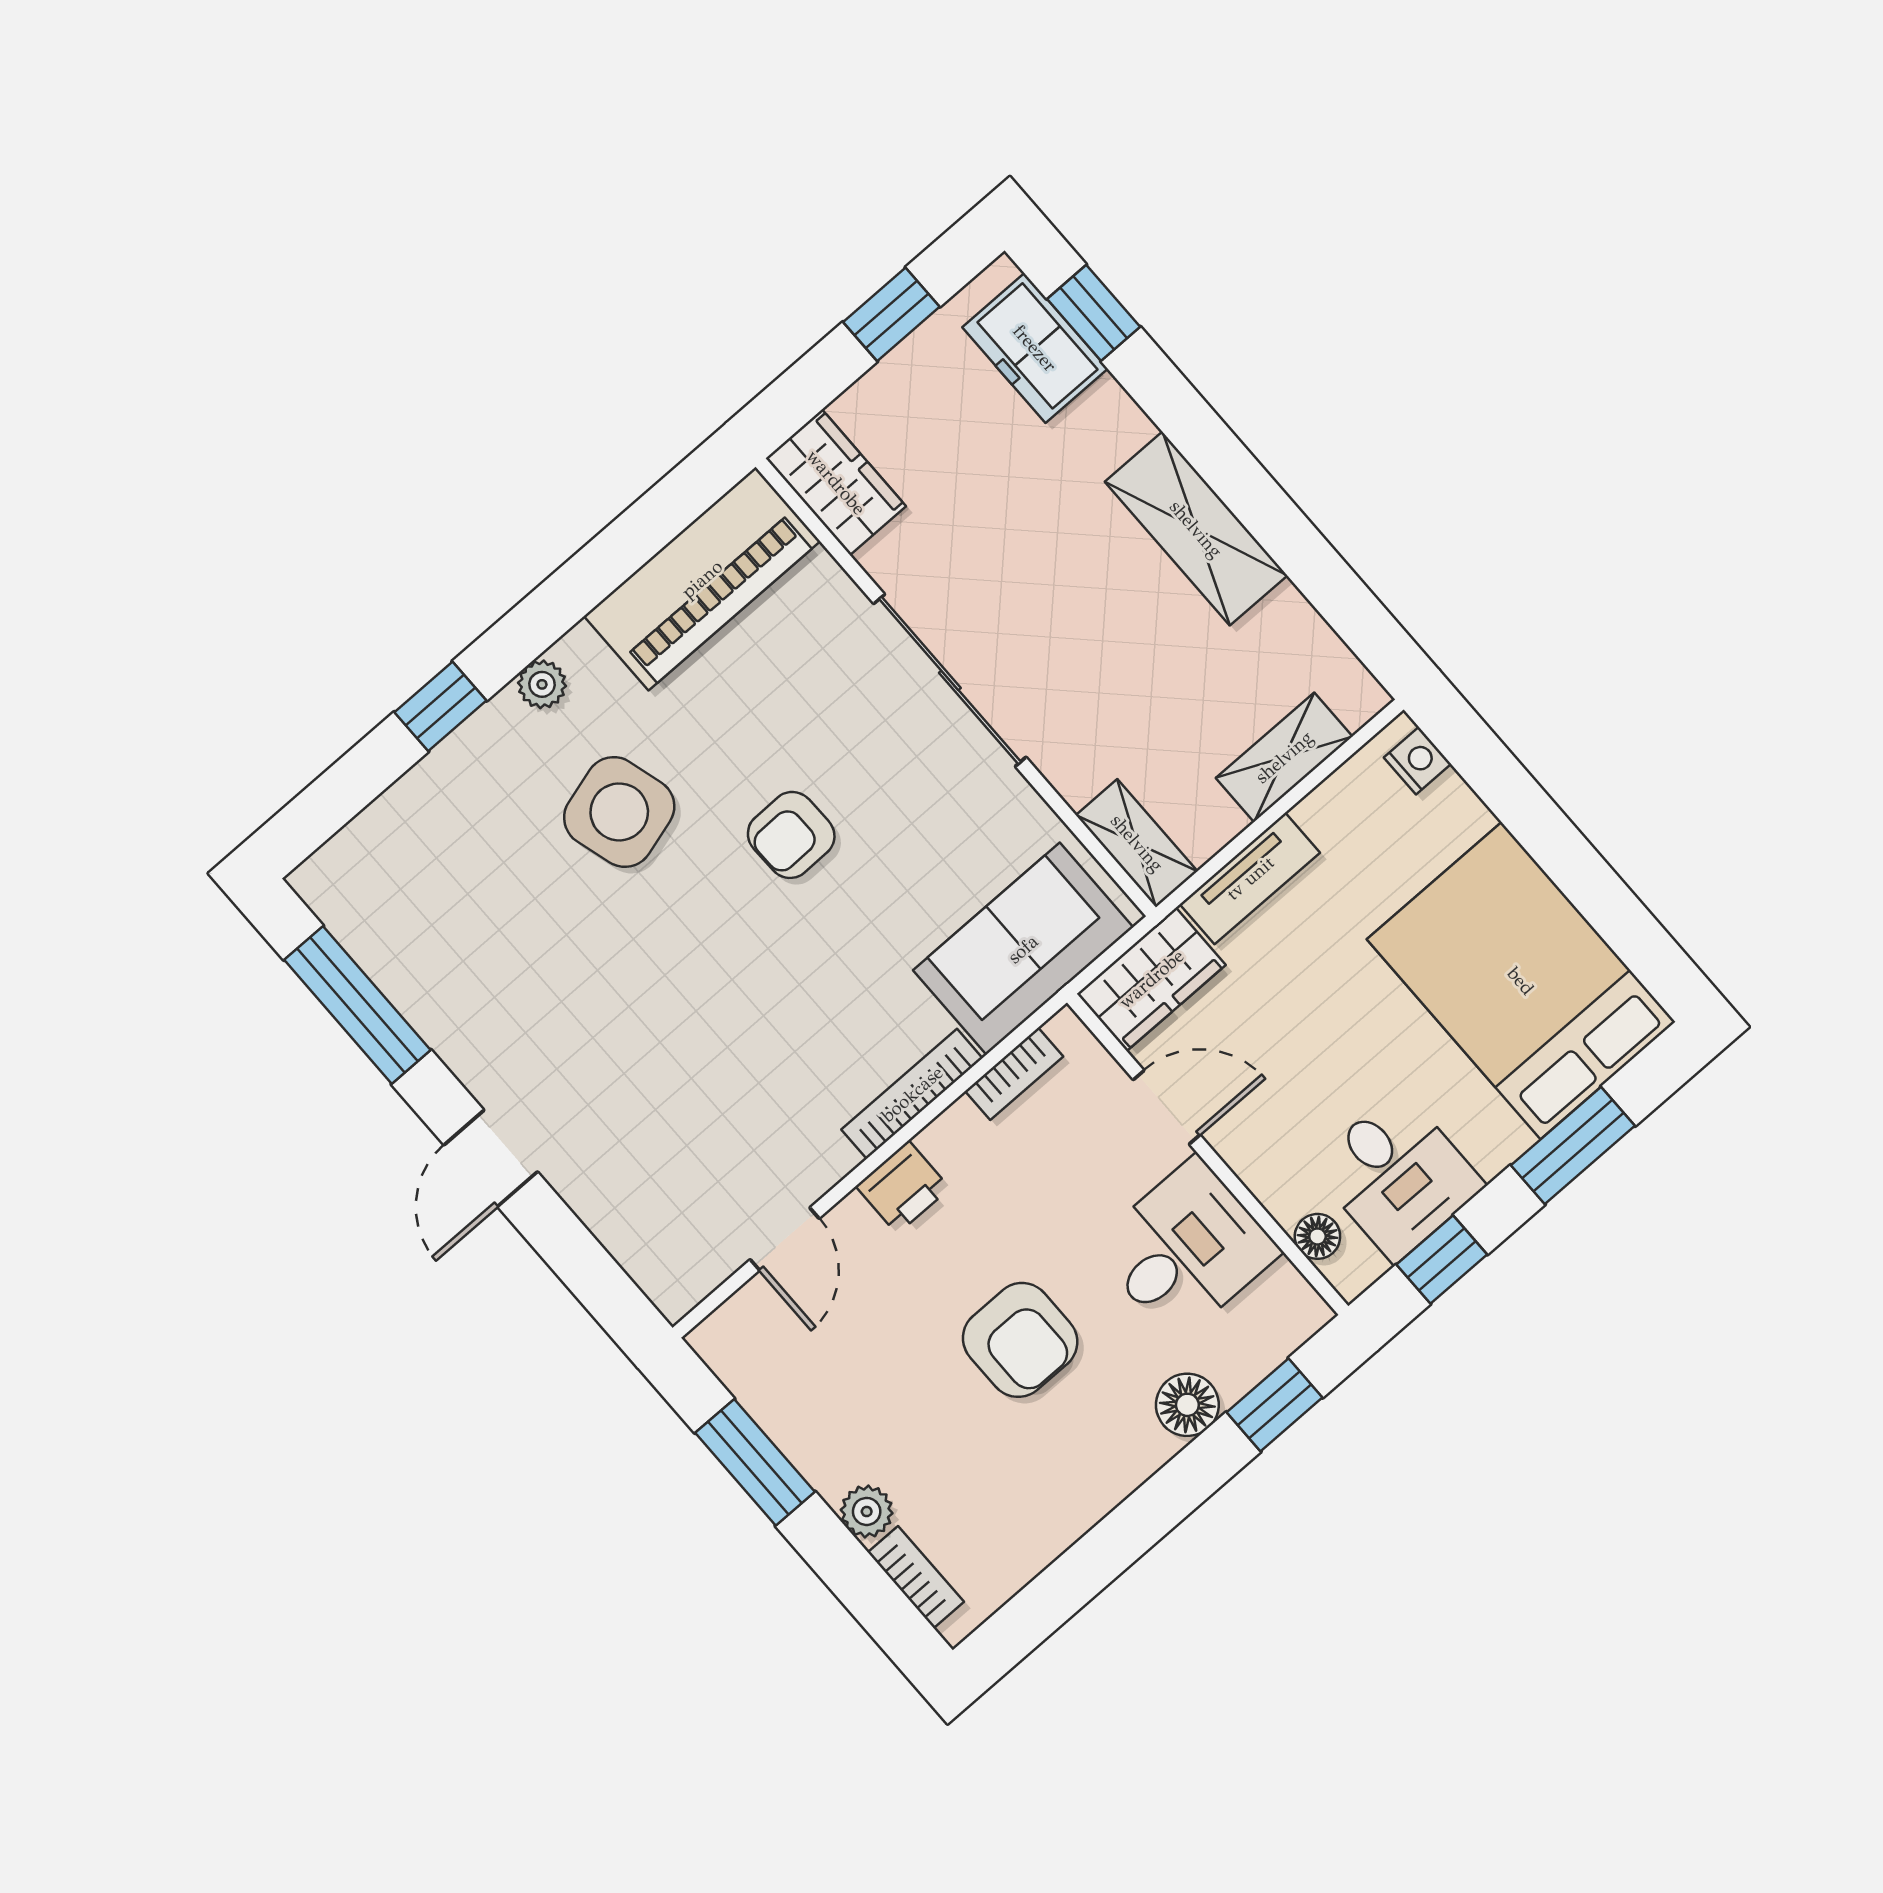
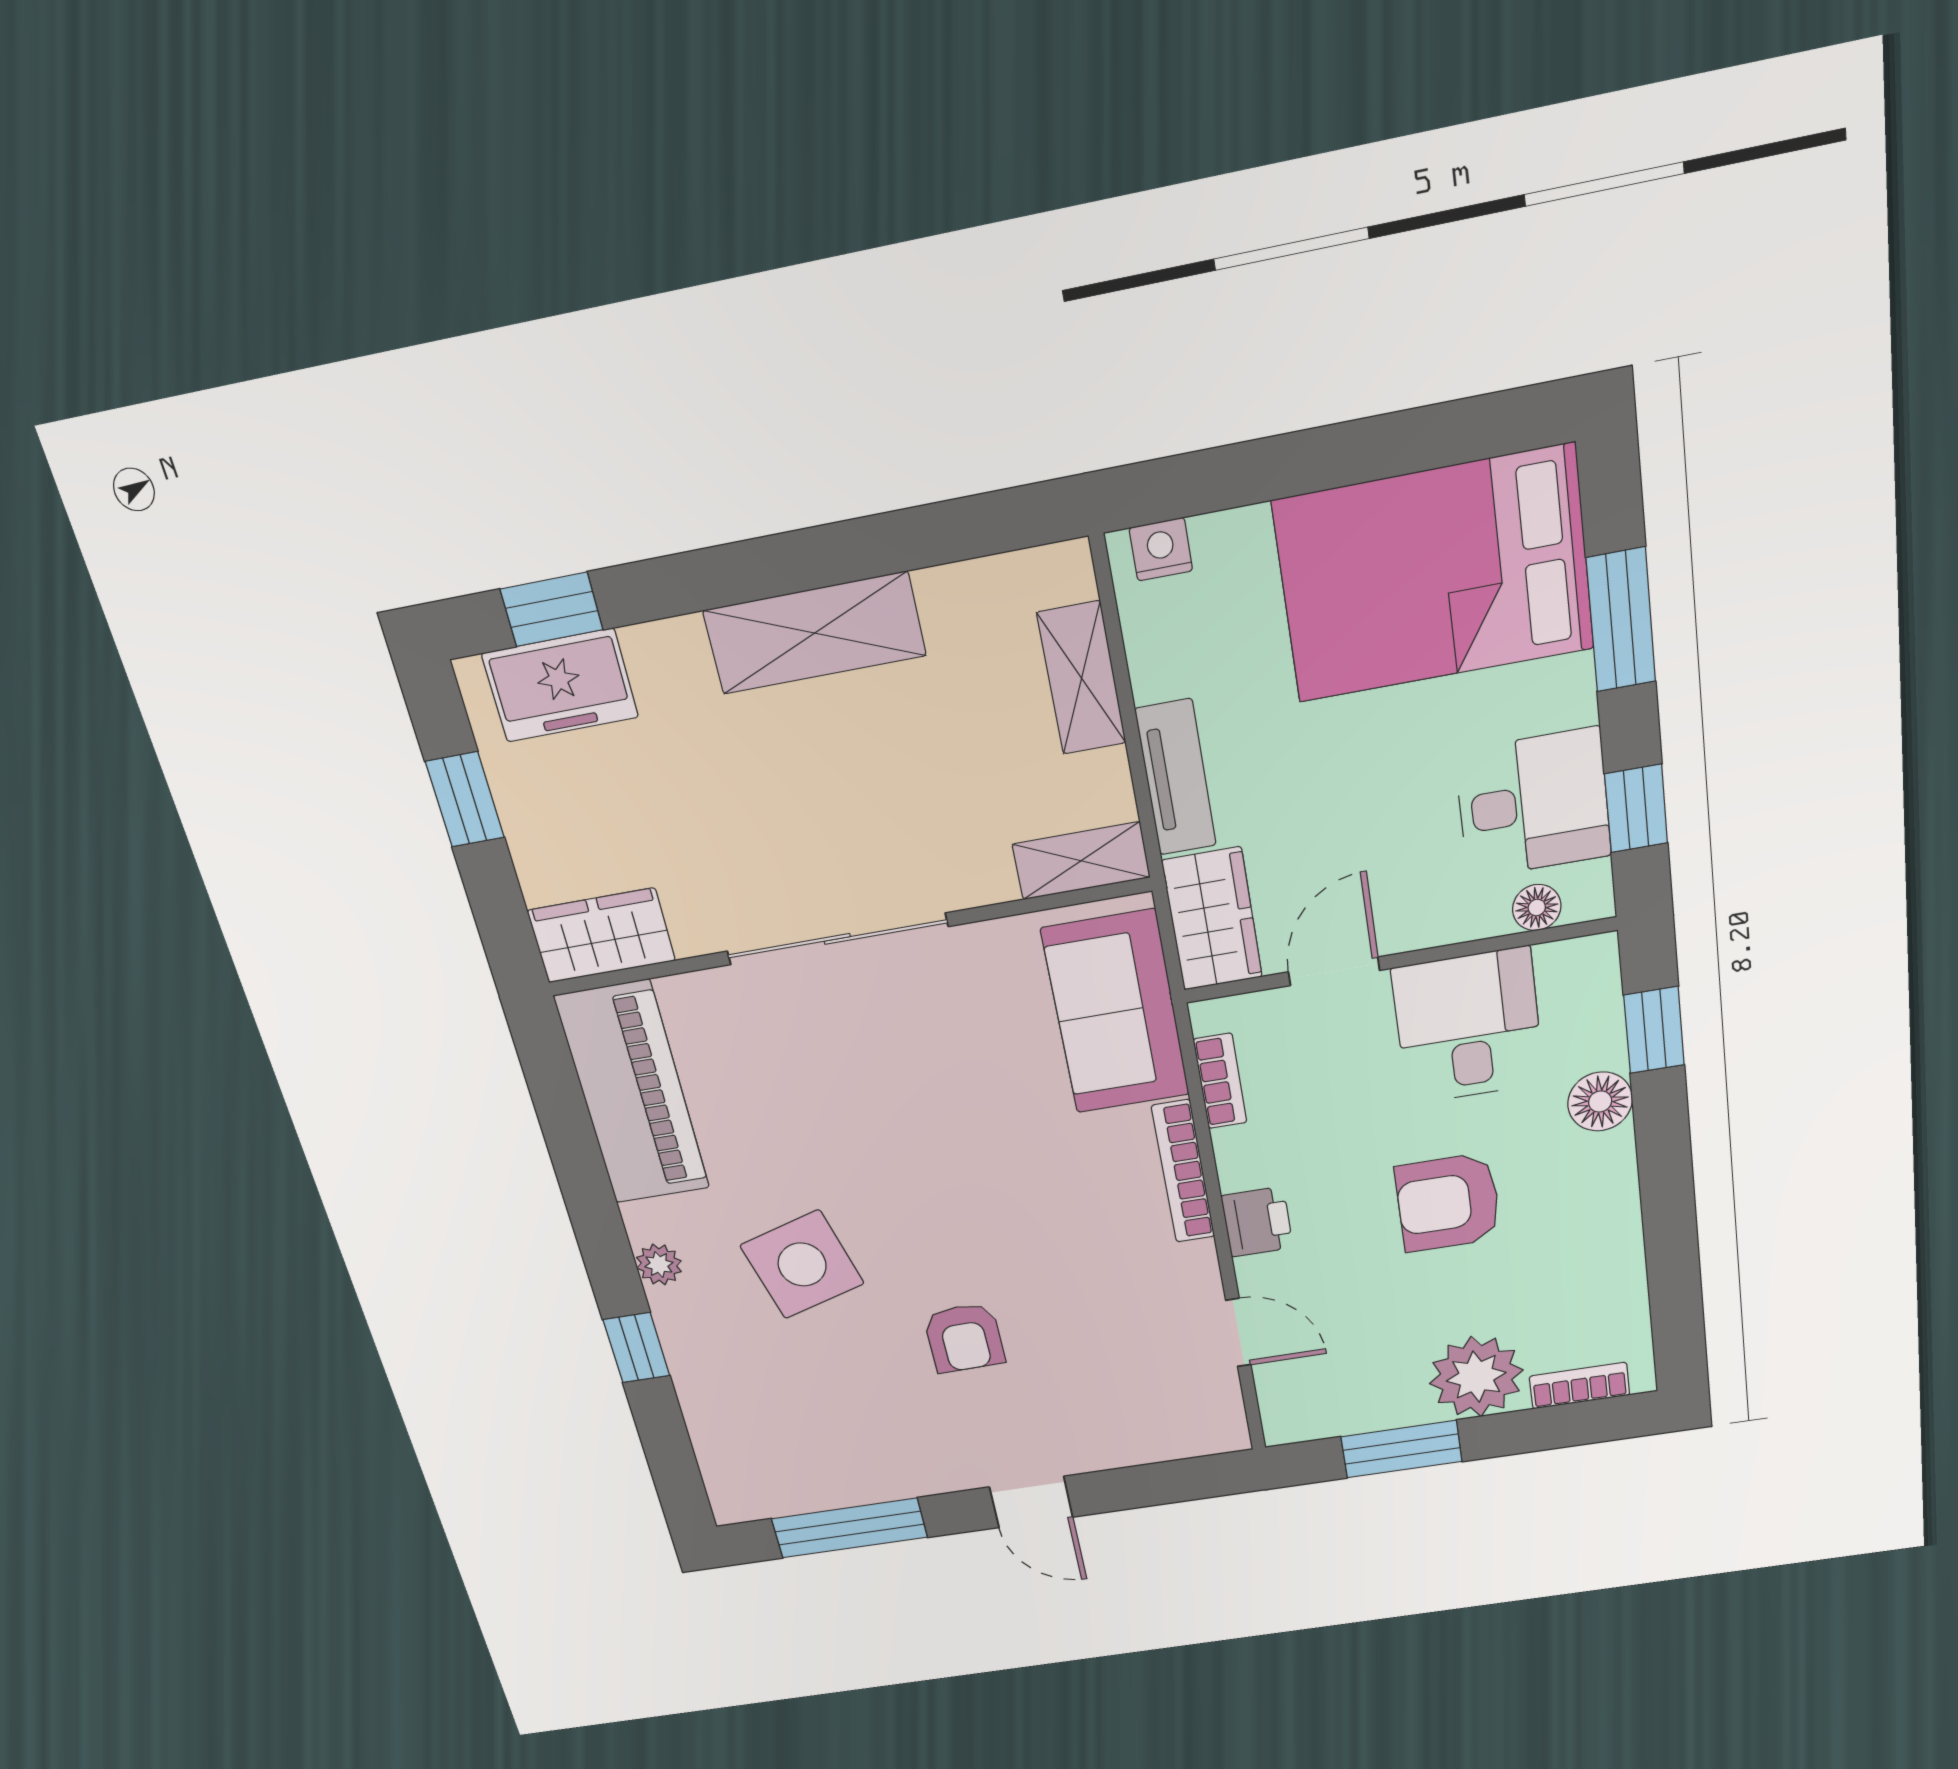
armchair: (791, 835) -> (964, 1338), moved
armchair: (1020, 1340) -> (1448, 1203), turned 180
plant: (867, 1511) -> (1476, 1377), width x1.87, depth x1.87

